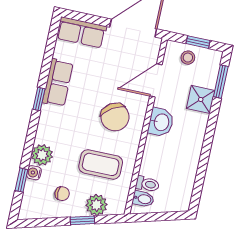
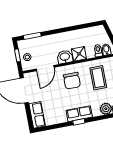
door: (156, 80) -> (45, 68), hinge flipped
row of seats: (58, 83) -> (79, 114), moved
shower: (201, 99) -> (79, 54), moved
chair: (115, 117) -> (72, 81), turned 123

